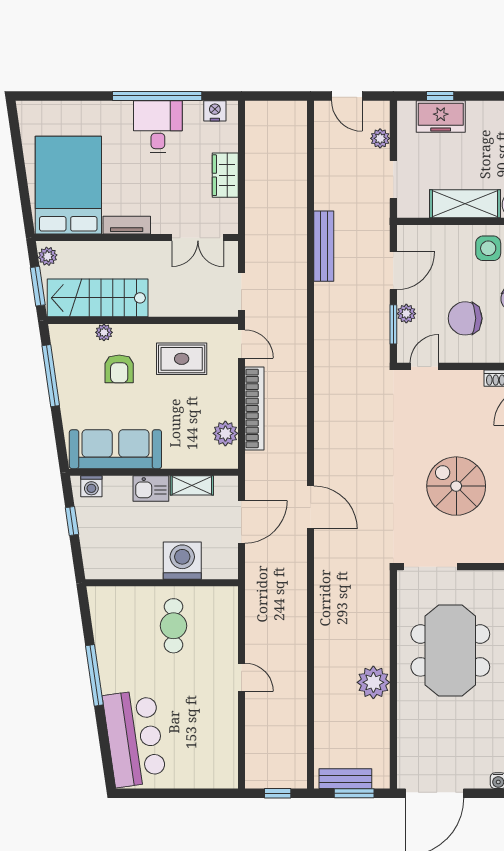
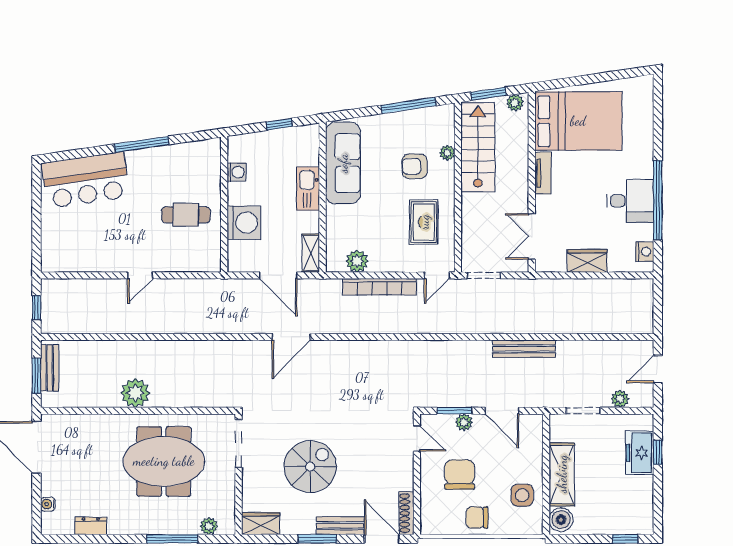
shelving: (192, 485) -> (311, 253), moved
washing machine: (91, 486) -> (237, 172), moved, turned 180
kitchen sink: (151, 489) -> (308, 189), width x1.38

